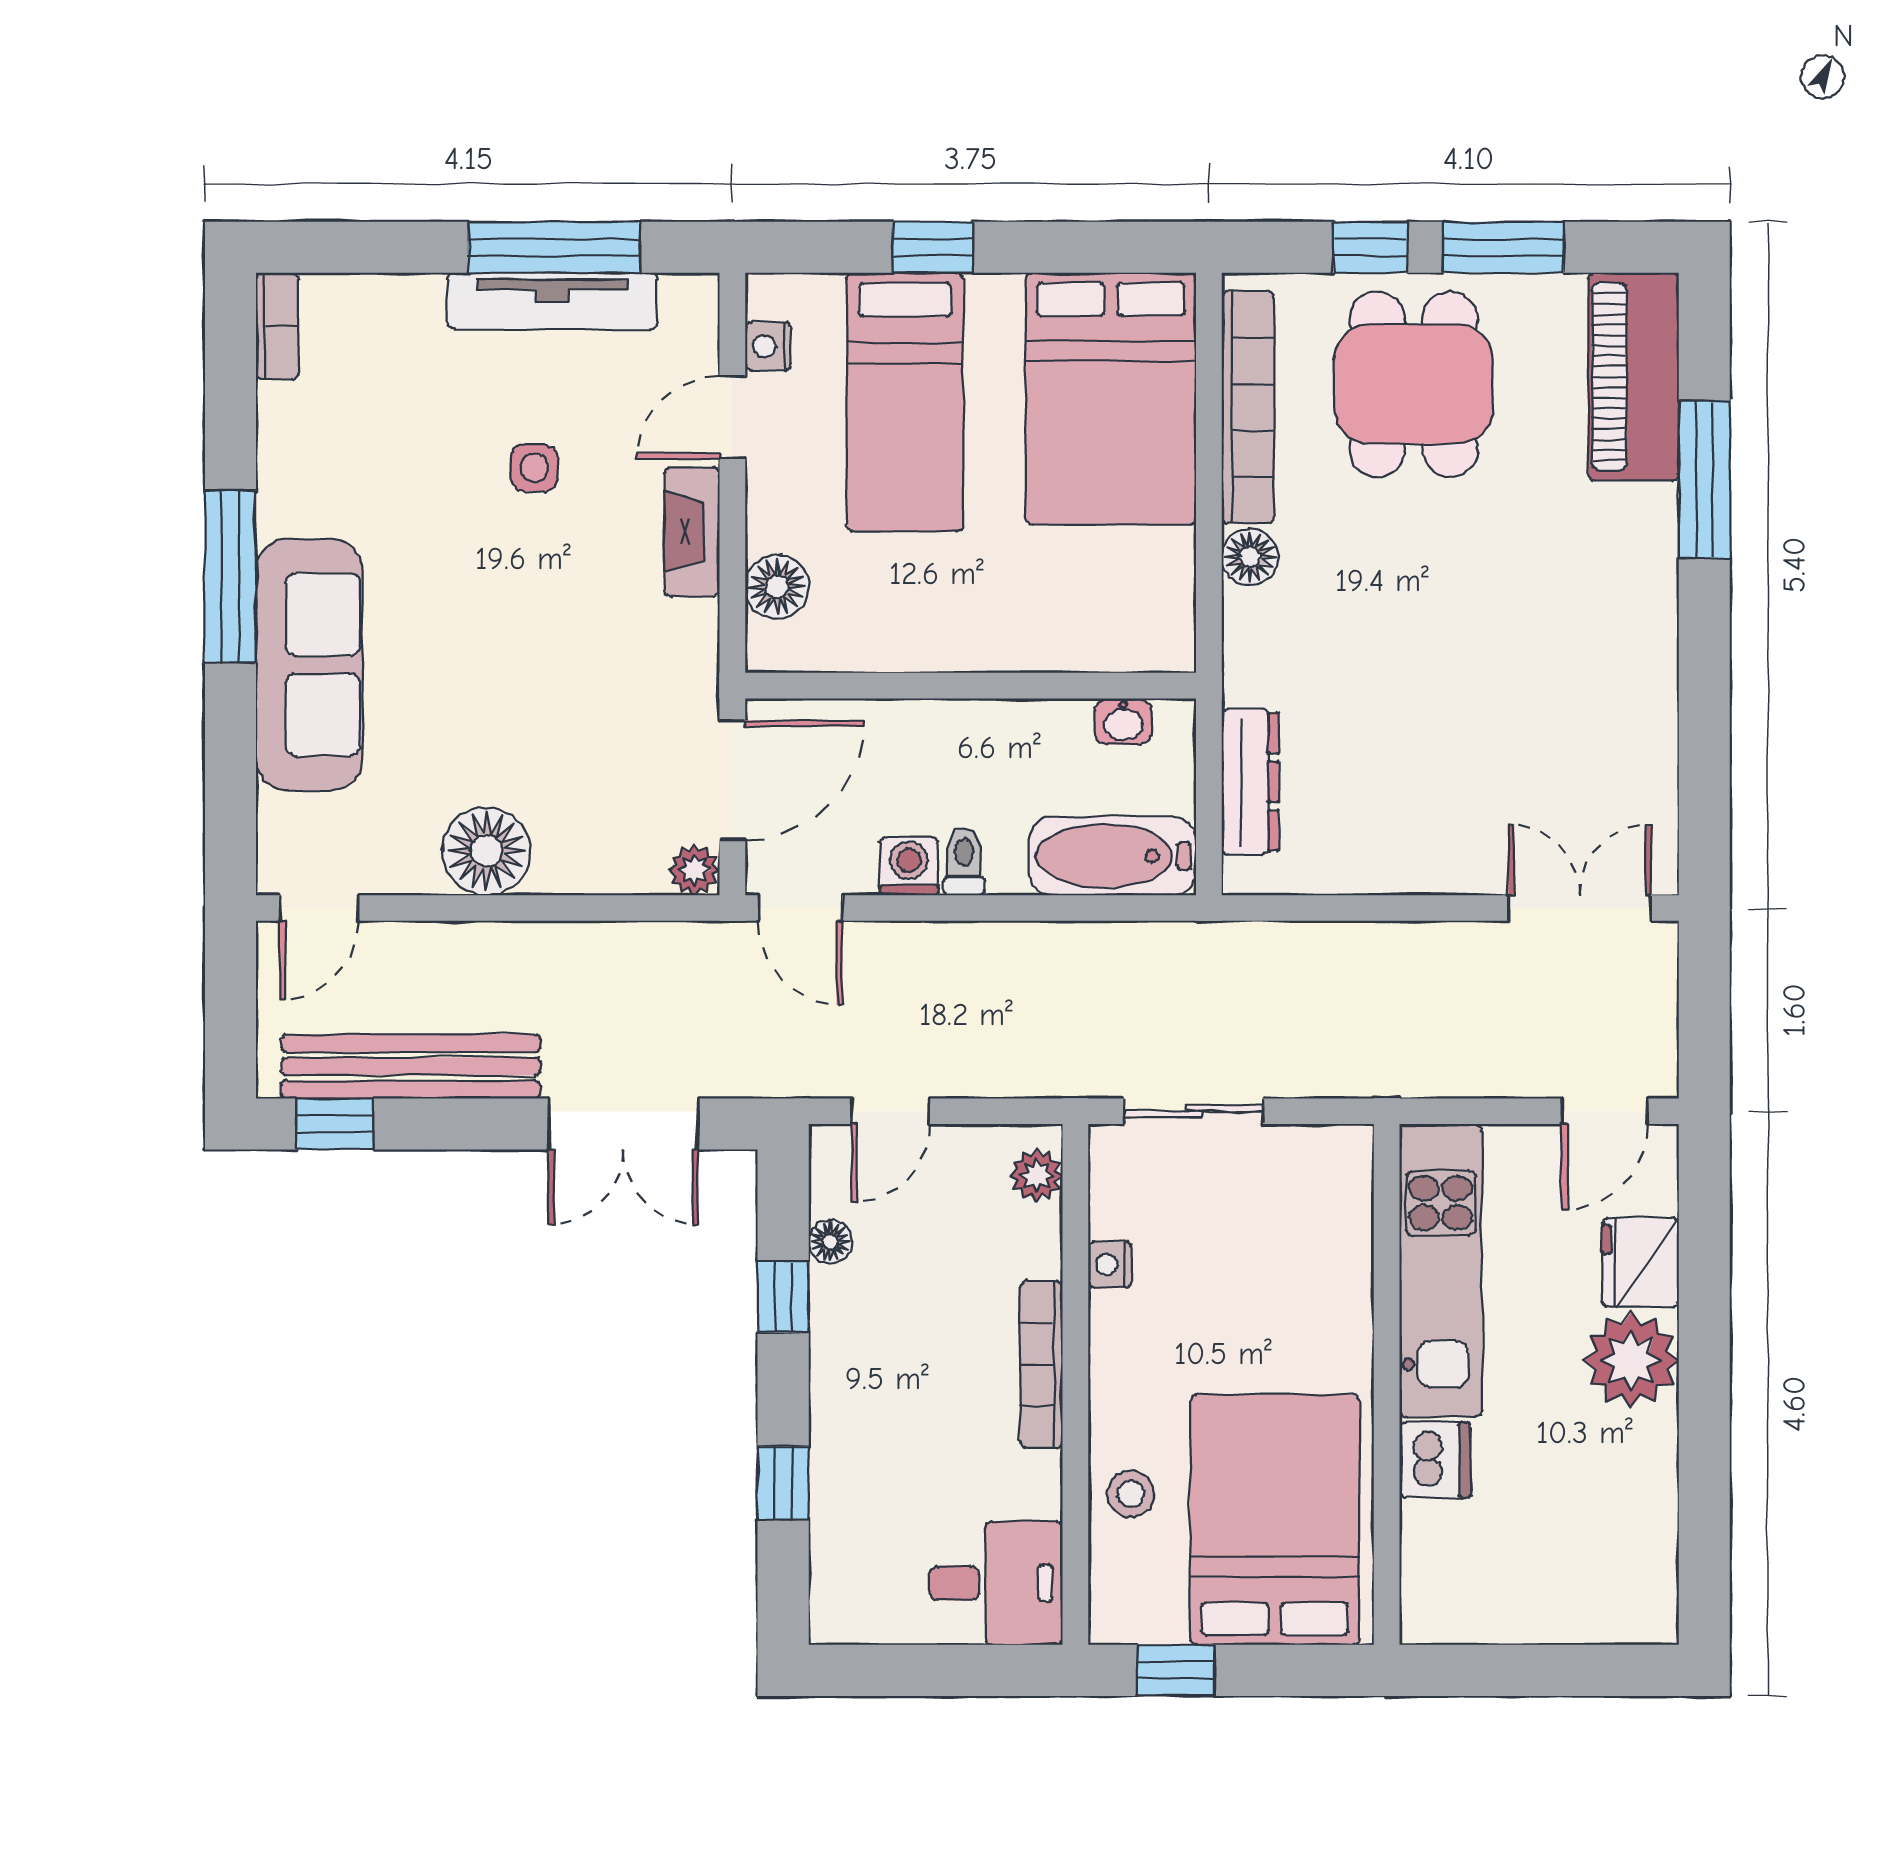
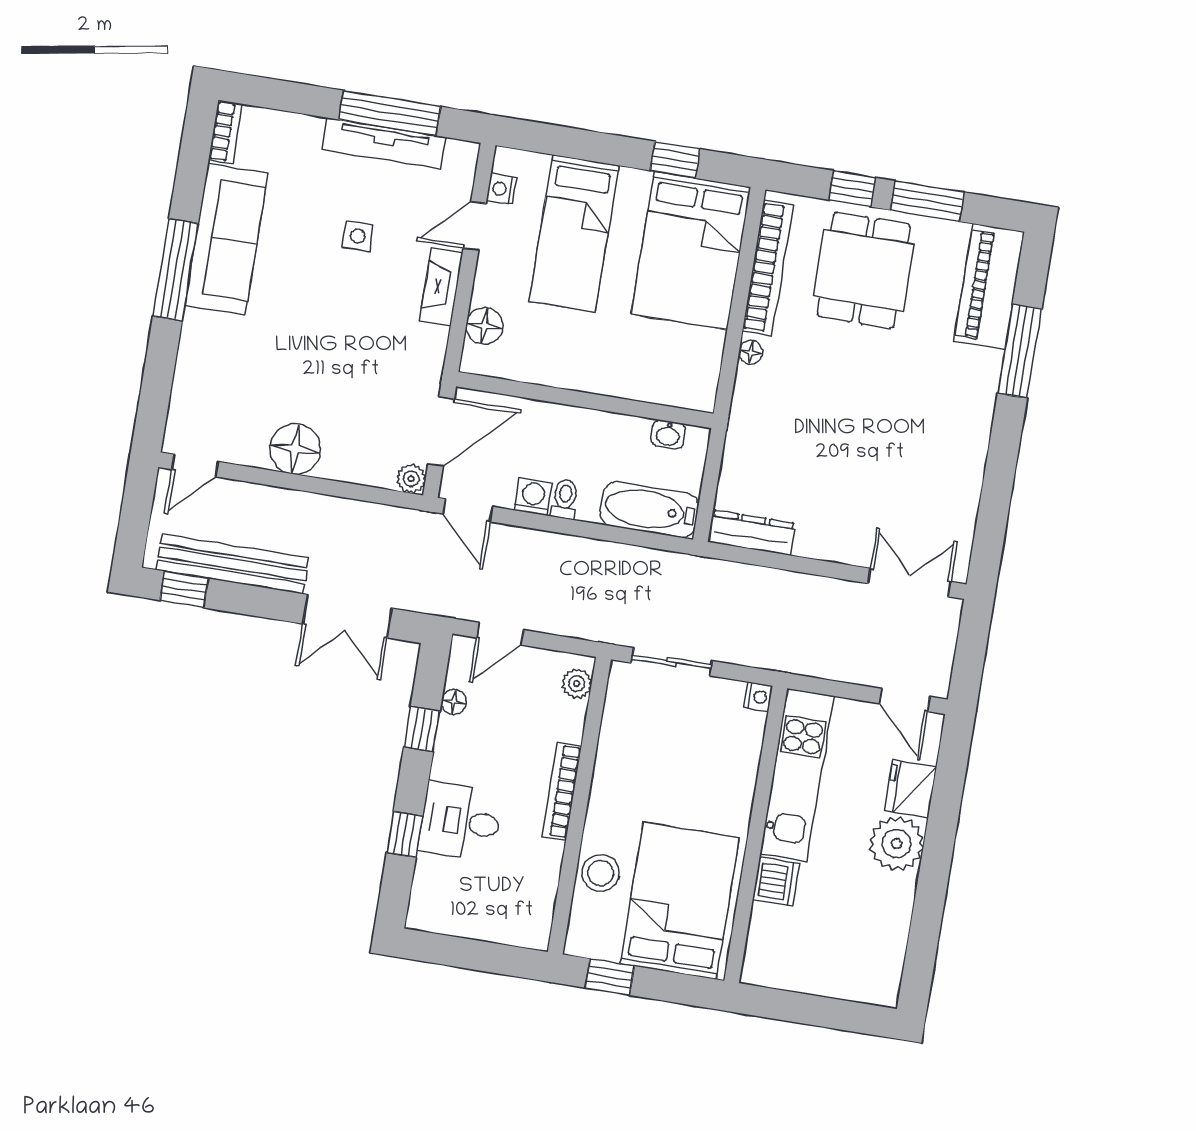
window: (932, 247) -> (675, 160), moved
floor lamp: (1250, 557) -> (751, 352), width x0.73, depth x0.73
sofa: (309, 665) -> (226, 239), moved
dresser: (1250, 782) -> (752, 533), moved, turned -90
door: (1605, 1111) -> (905, 700), hinge flipped
nightstand: (1110, 1265) -> (758, 697), moved, turned 180
stool: (1131, 1494) -> (601, 873), width x1.37, depth x1.37
desk: (996, 1583) -> (460, 821), moved, turned 180

